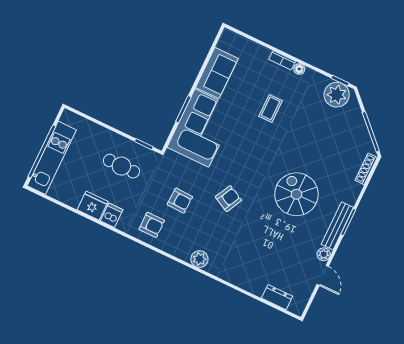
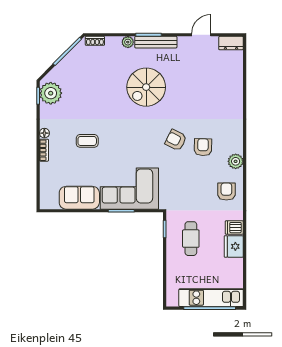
shoe rack: (366, 169) -> (95, 41), width x0.70
armchair: (180, 201) -> (203, 147), moved
plant: (324, 254) -> (128, 42), moved
plant: (199, 259) -> (236, 161), moved
dresser: (277, 297) -> (231, 43), moved, turned -90

